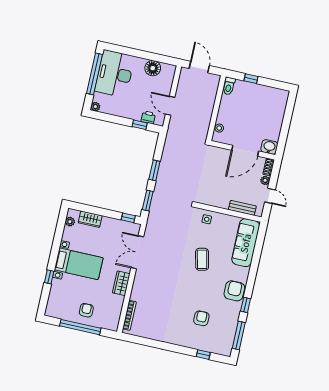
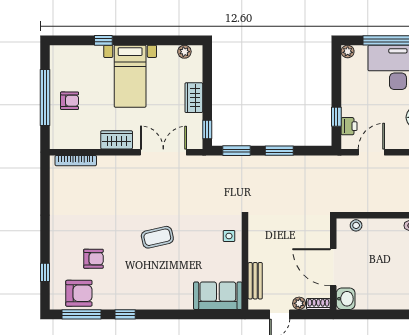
wardrobe: (90, 219) -> (194, 98), moved
sofa: (246, 243) -> (218, 296), width x0.73
coffee table: (202, 259) -> (157, 237), moved
armchair: (234, 291) -> (79, 293), moved

